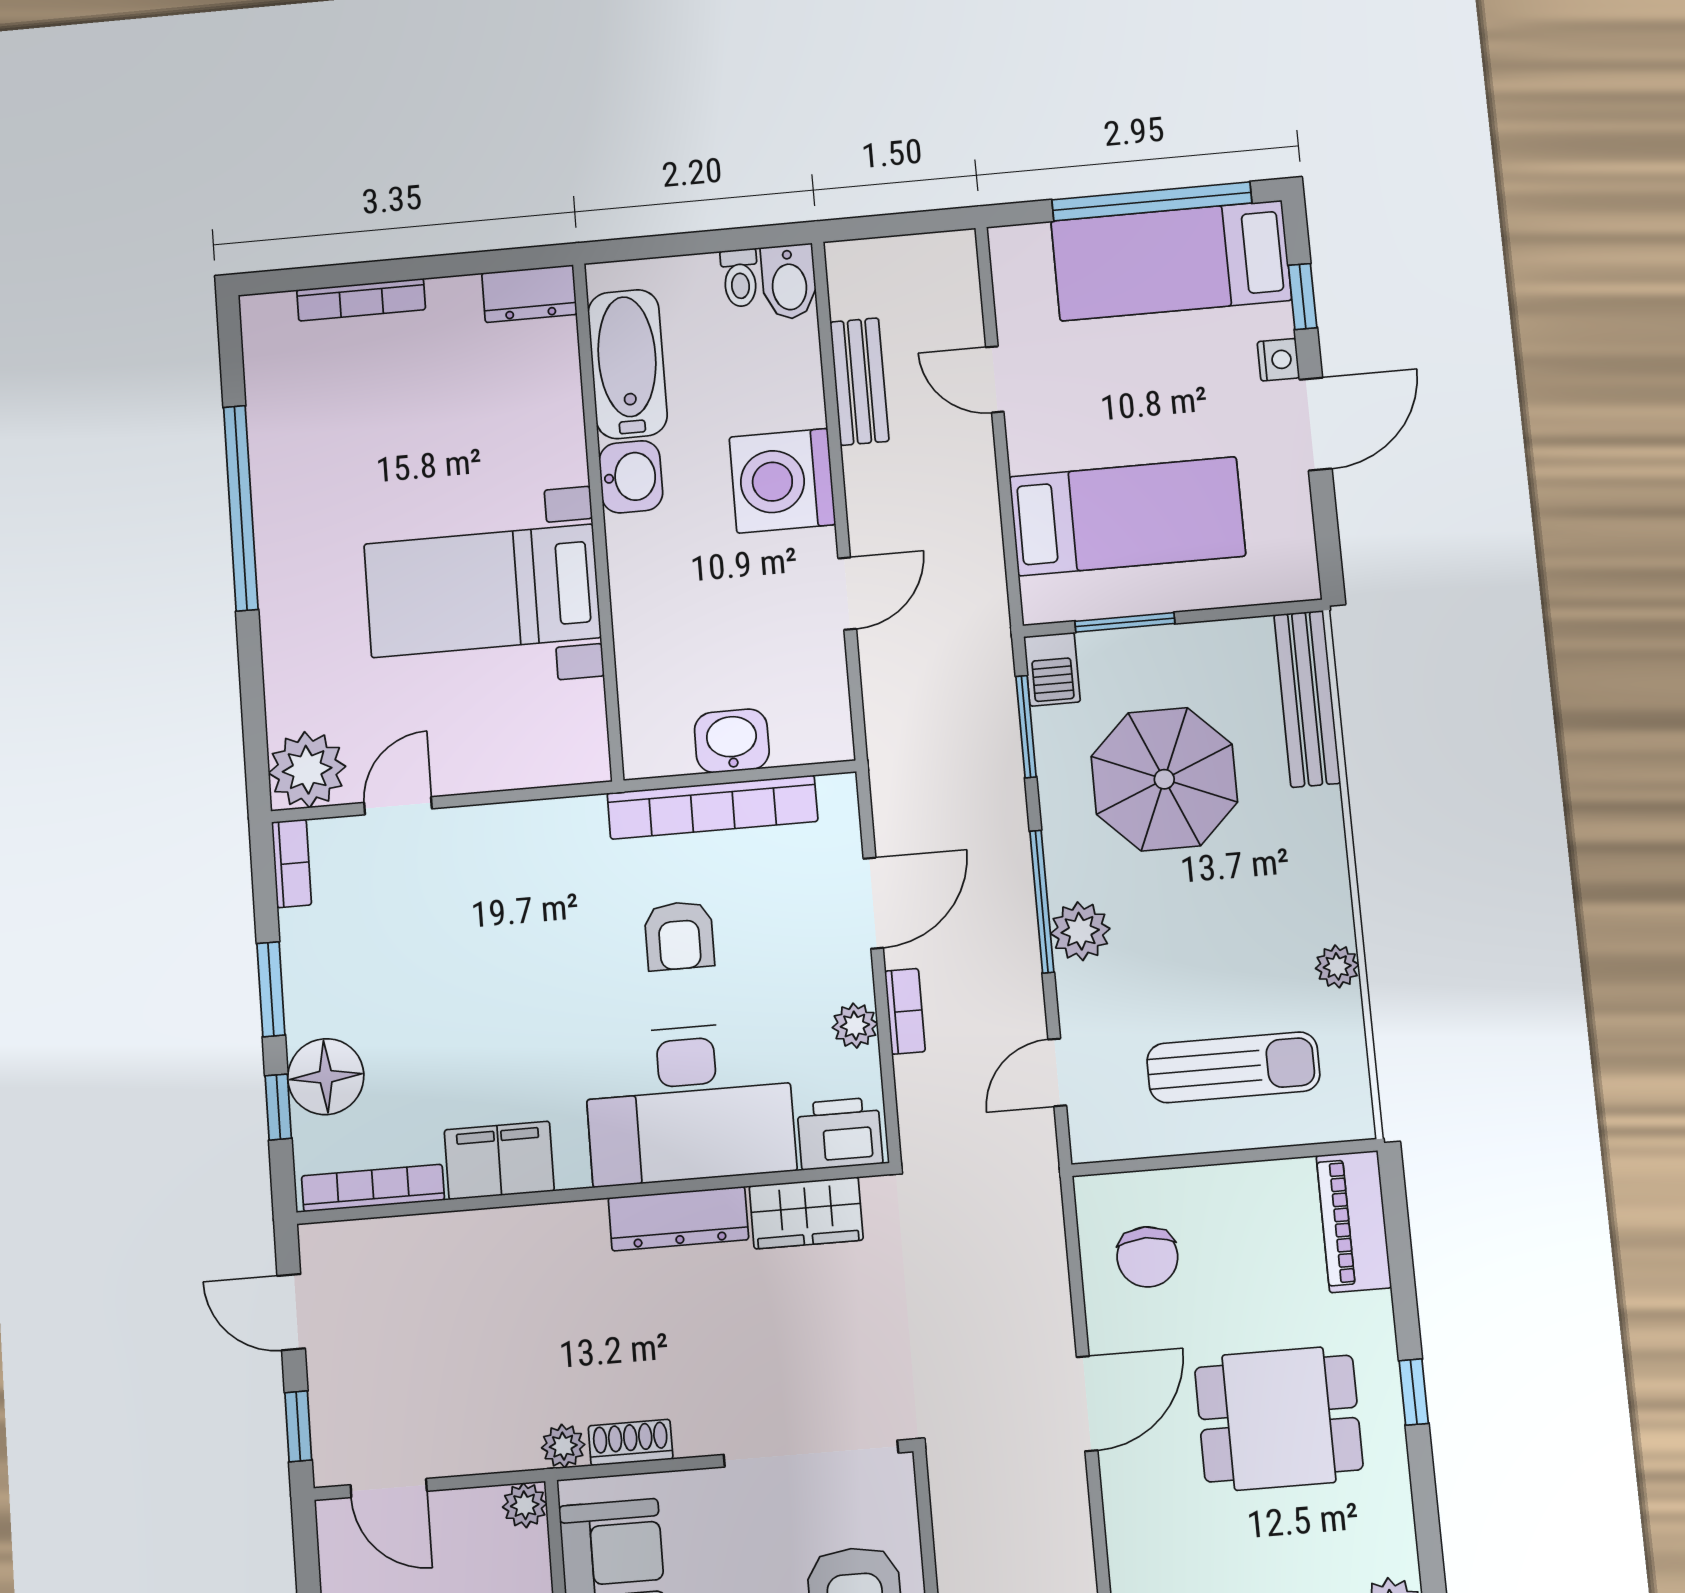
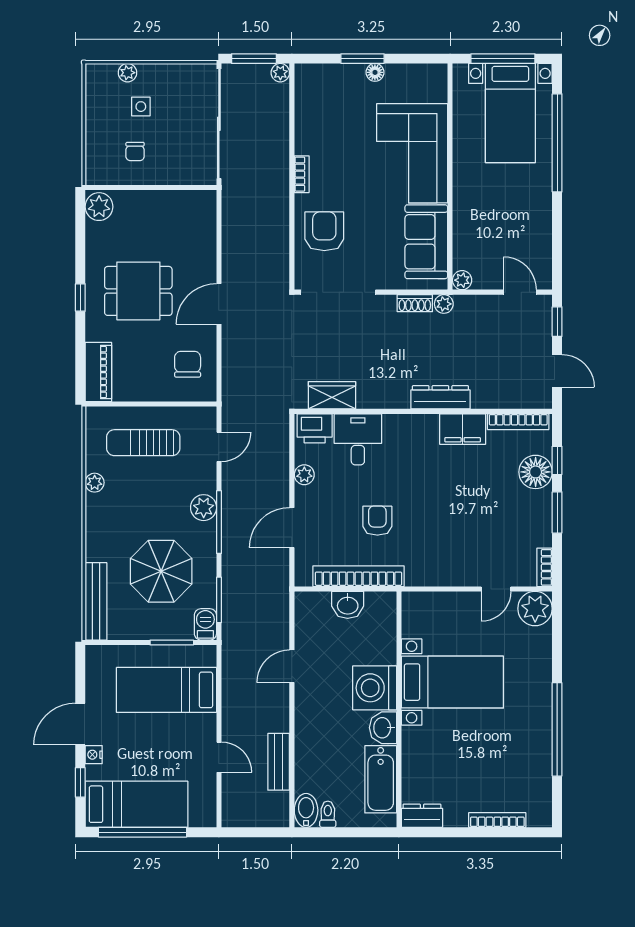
washing machine: (782, 481) -> (375, 688), moved, turned 180
bookcase: (905, 1011) -> (282, 479), removed
desk: (689, 1103) -> (358, 439), width x0.53, depth x0.77
dresser: (678, 1219) -> (440, 397), moved

